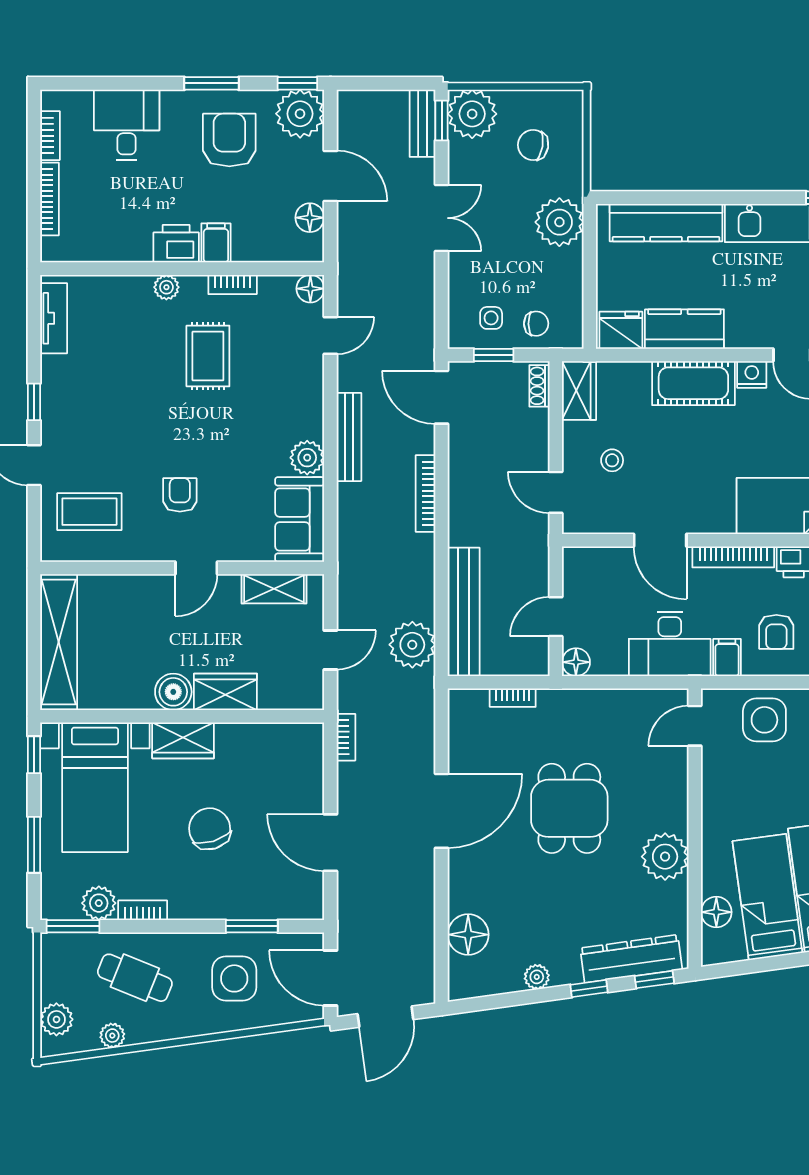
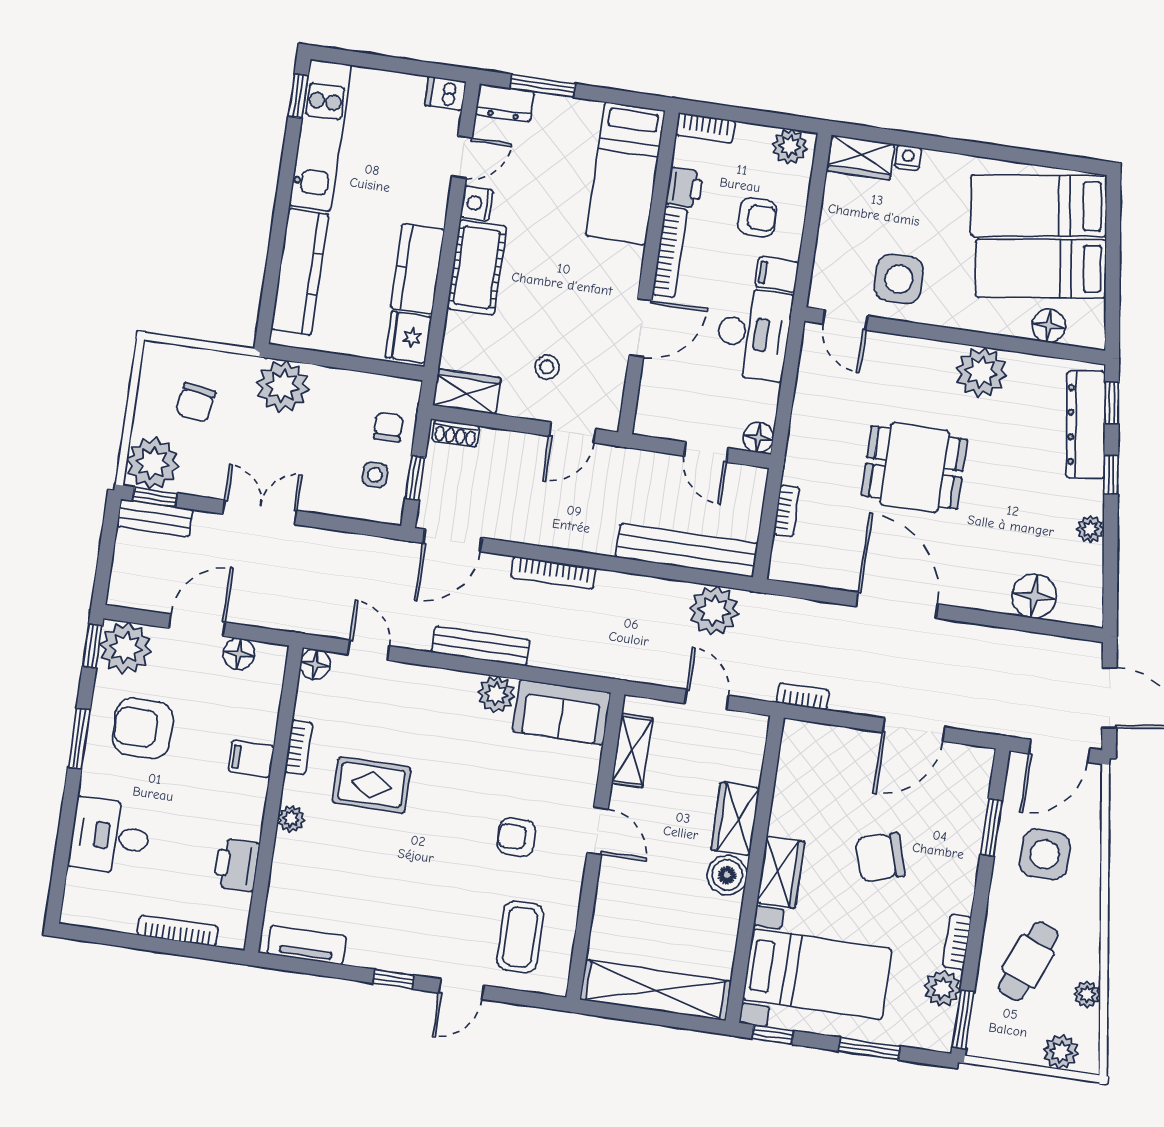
bookcase: (50, 136) -> (110, 920), removed
printer: (176, 244) -> (237, 865), moved
side table: (764, 720) -> (899, 279), moved

